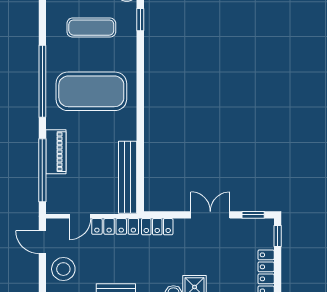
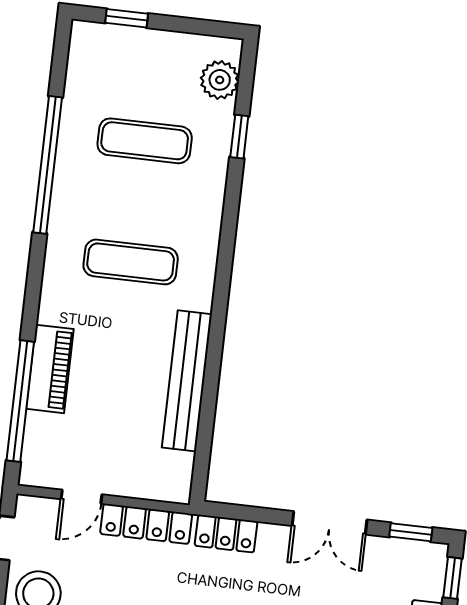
window: (42, 81) -> (48, 165), moved
exercise mat: (91, 91) -> (131, 262), width x0.50, depth x0.69
bench: (128, 177) -> (187, 381), moved
double door: (210, 215) -> (330, 523), swing flipped

